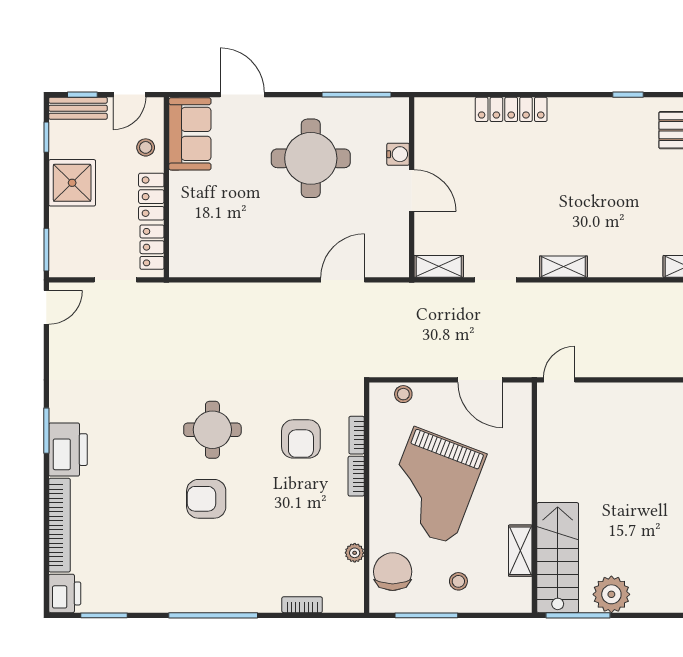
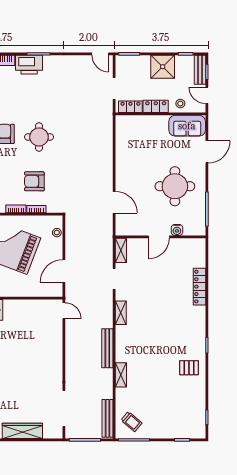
bench: (634, 293) -> (107, 348), added

